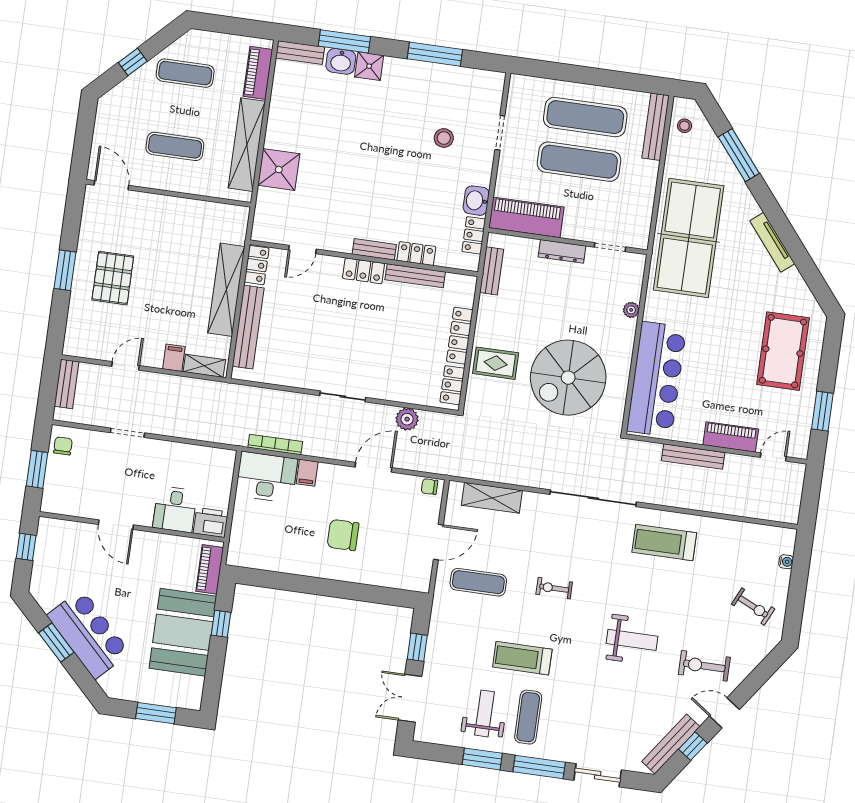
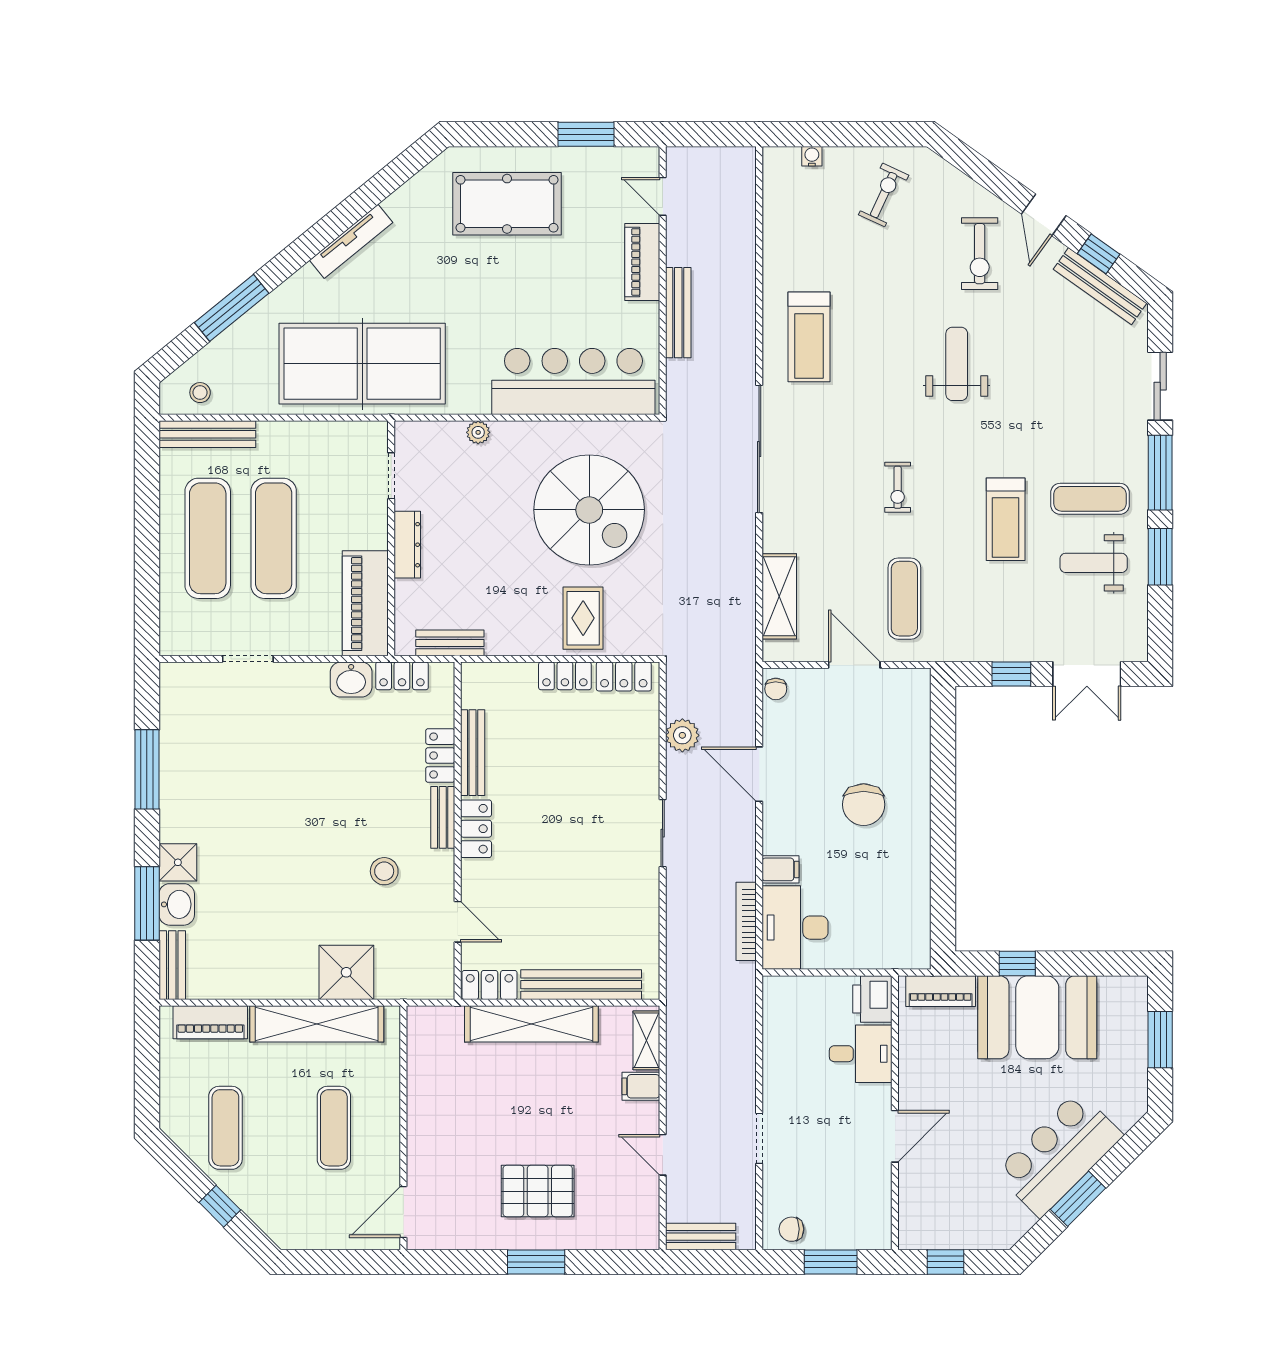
stool: (444, 138) -> (384, 871), moved
locker: (460, 336) -> (565, 676), width x0.66

